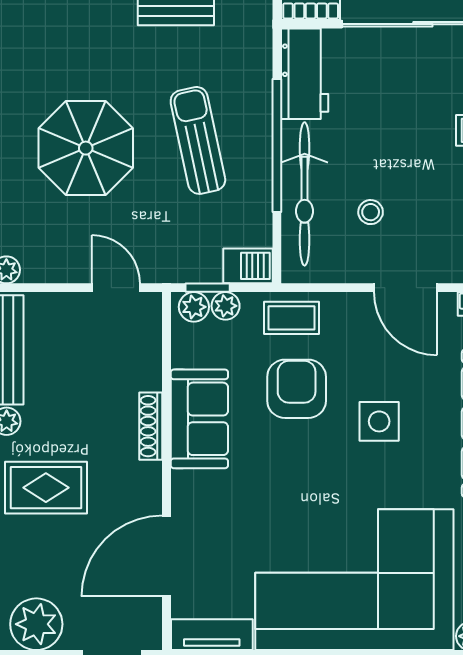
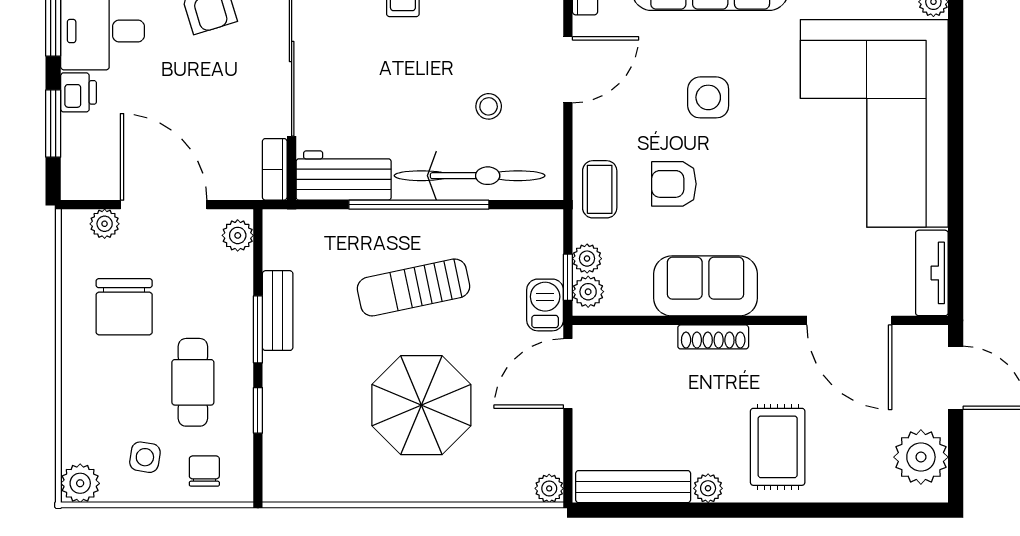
barbecue: (248, 266) -> (545, 305), moved
door: (116, 288) -> (568, 374), width x1.38
armchair: (297, 389) -> (674, 184), width x0.72, depth x0.72

